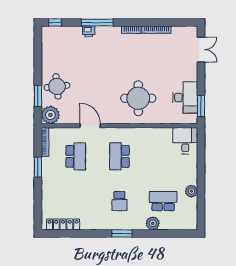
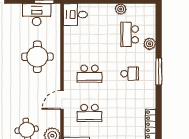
school desk: (76, 156) -> (89, 113), turned 180
window: (122, 233) -> (159, 71), width x1.44

